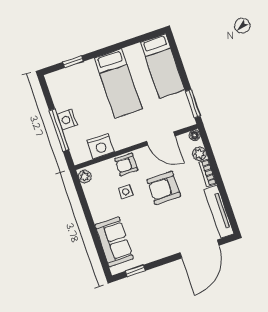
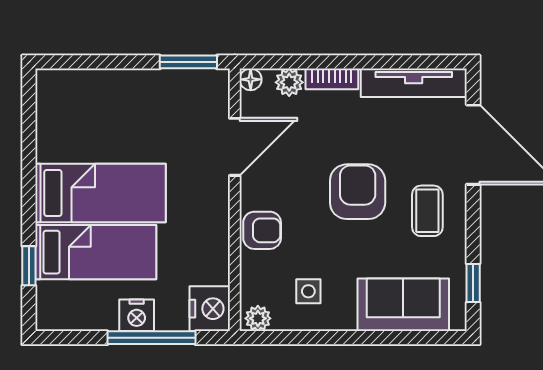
bed: (163, 66) -> (96, 252), moved
nightstand: (101, 146) -> (210, 309), moved
armchair: (126, 164) -> (262, 230), turned -90
armchair: (164, 188) -> (358, 192), moved, turned 180
side table: (126, 192) -> (308, 291), moved
coffee table: (162, 238) -> (427, 211), added

